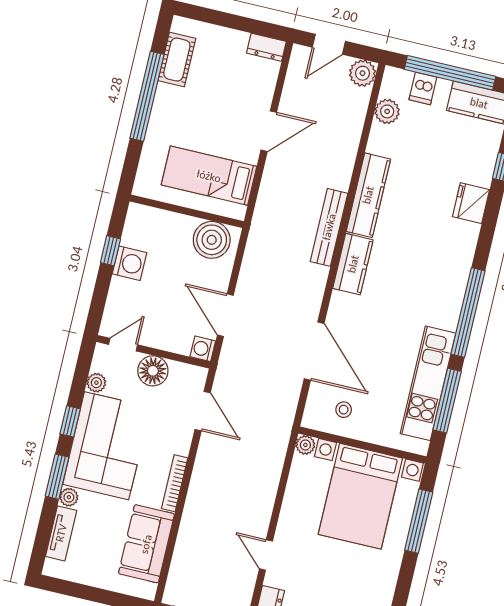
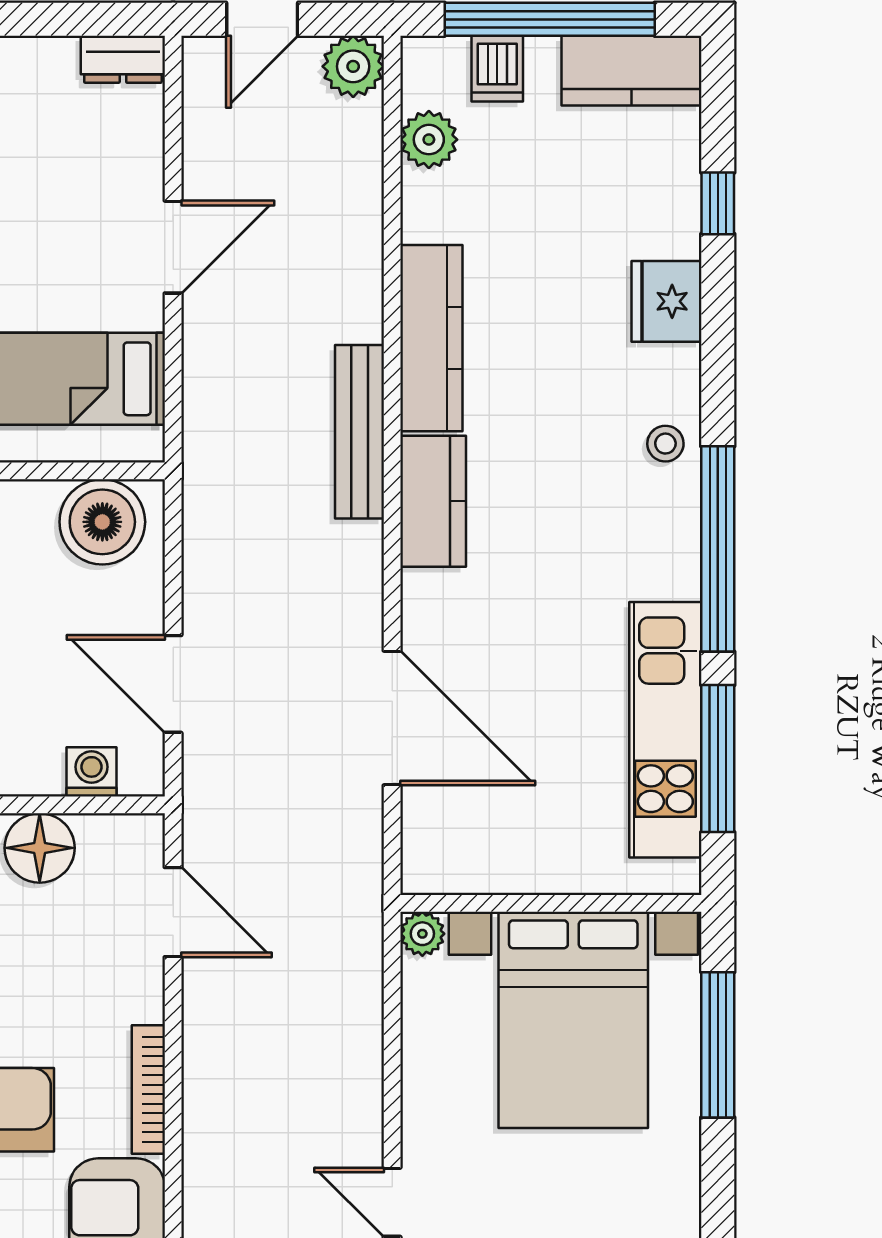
washing machine: (203, 349) -> (92, 772), moved, turned 90
stool: (344, 410) -> (665, 444), moved

